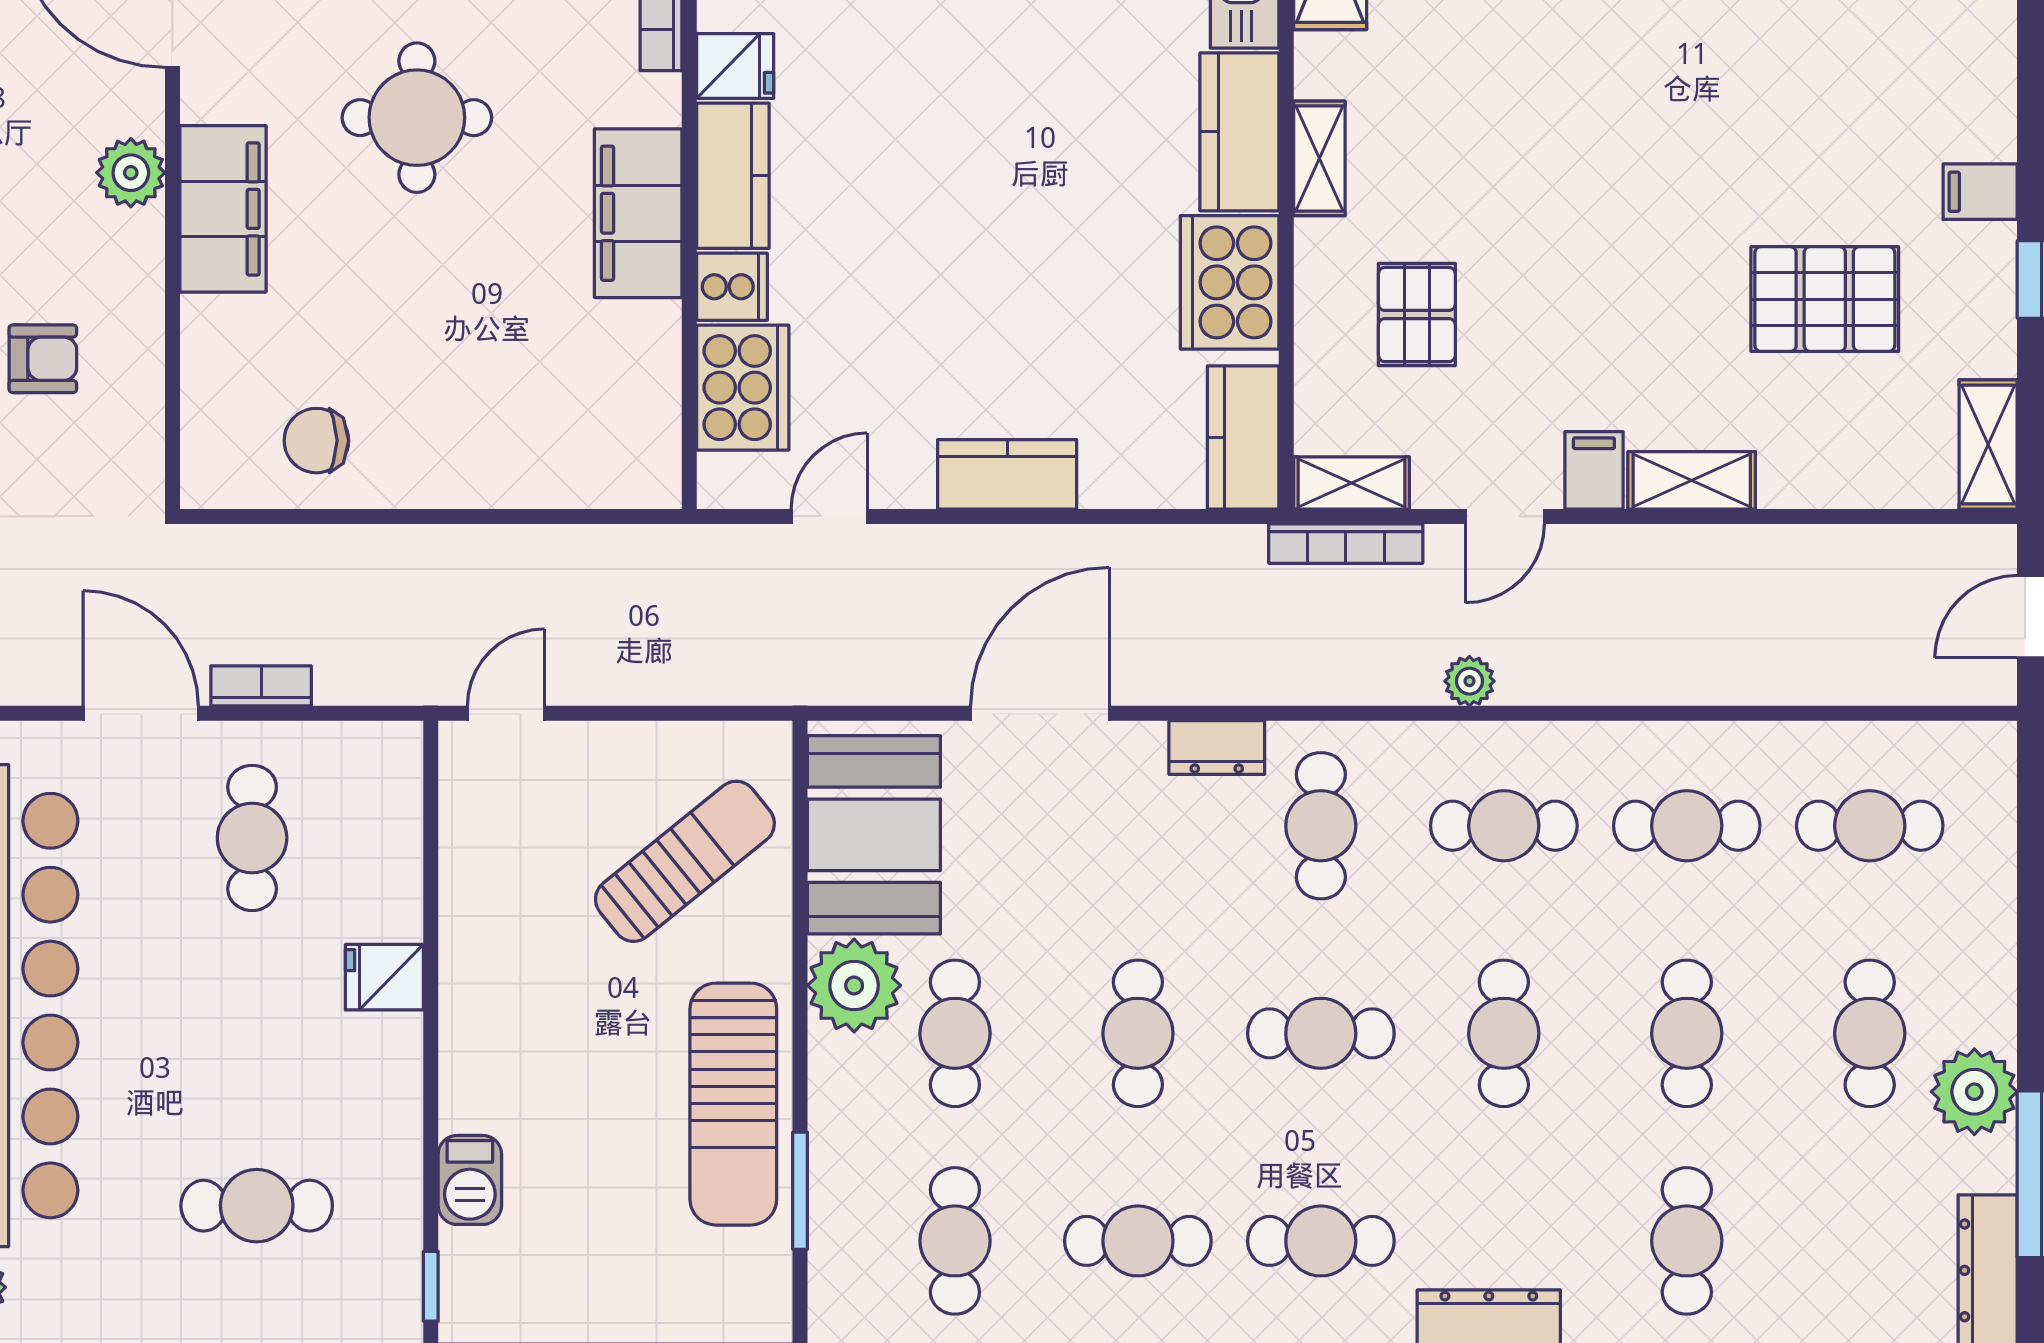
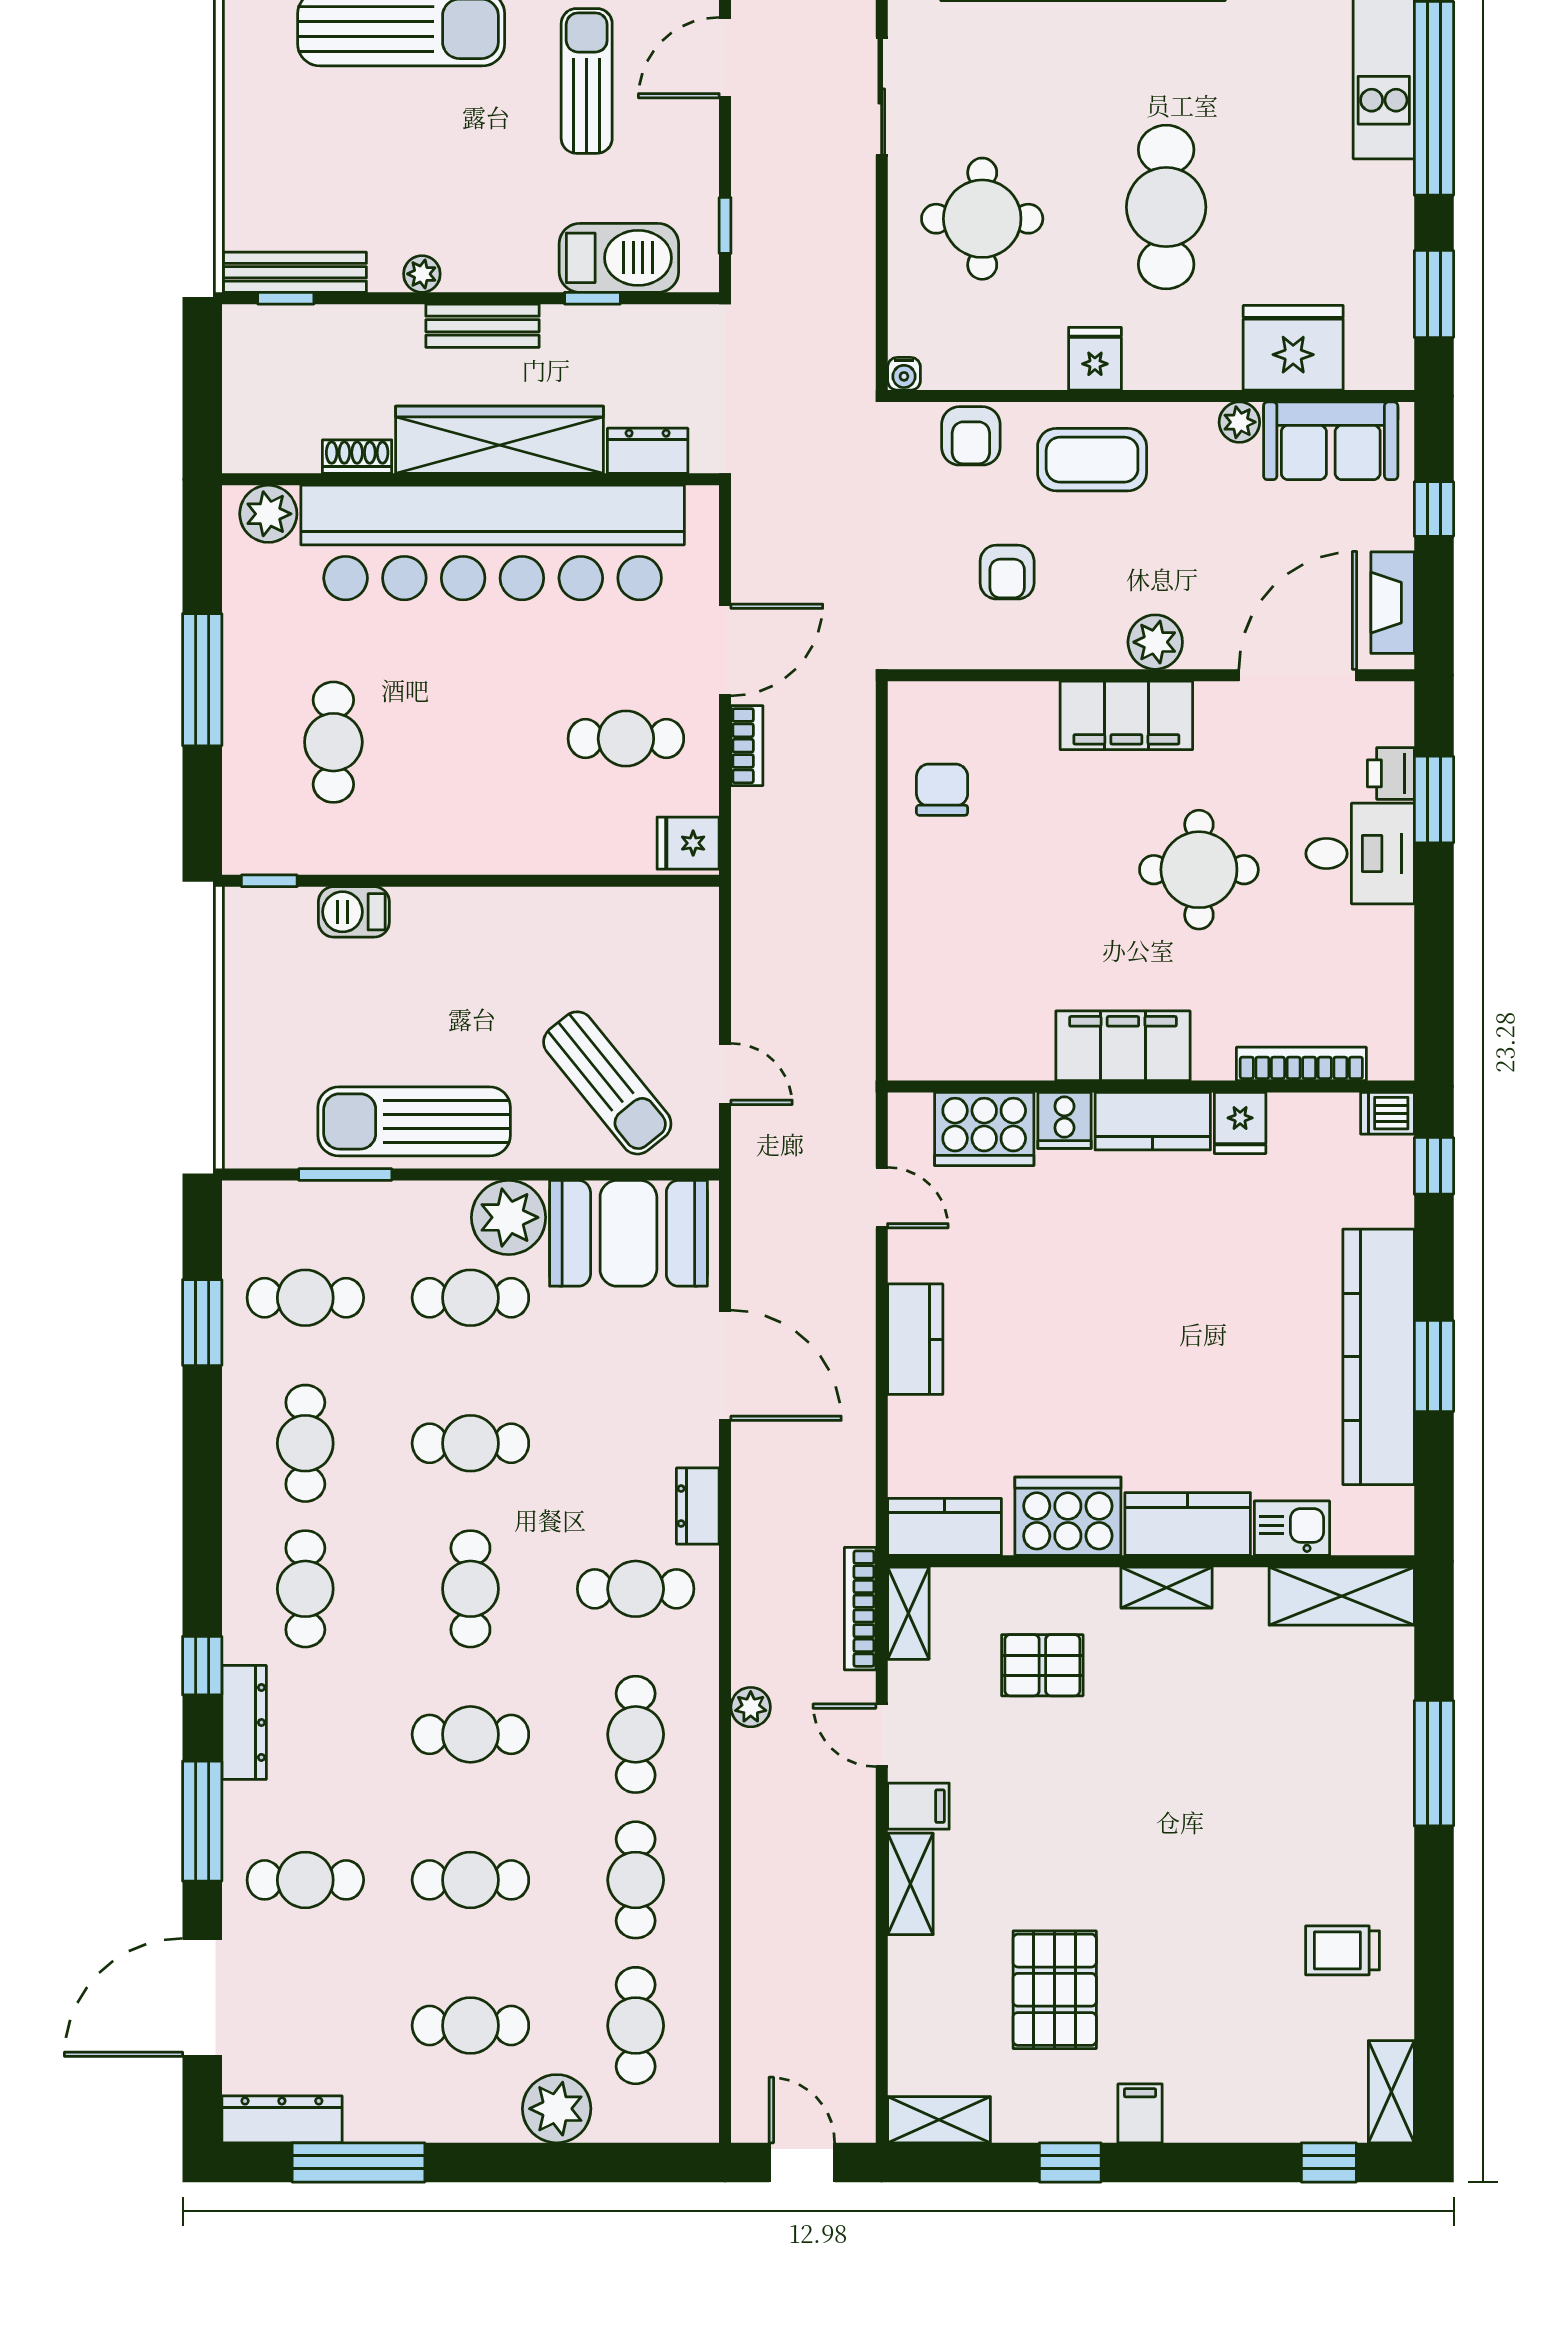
door: (506, 713) -> (725, 1074), moved
fridge: (384, 977) -> (688, 843), moved, turned -90
plant: (1974, 1092) -> (557, 2109), moved

